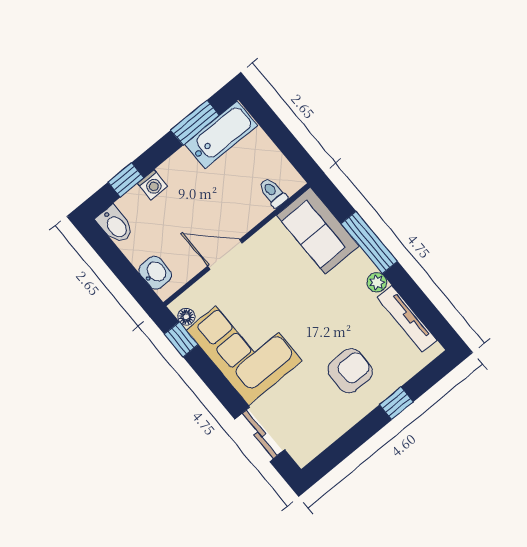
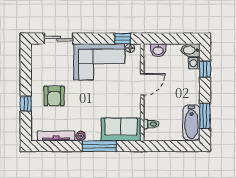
washing machine: (152, 185) -> (194, 63), moved

